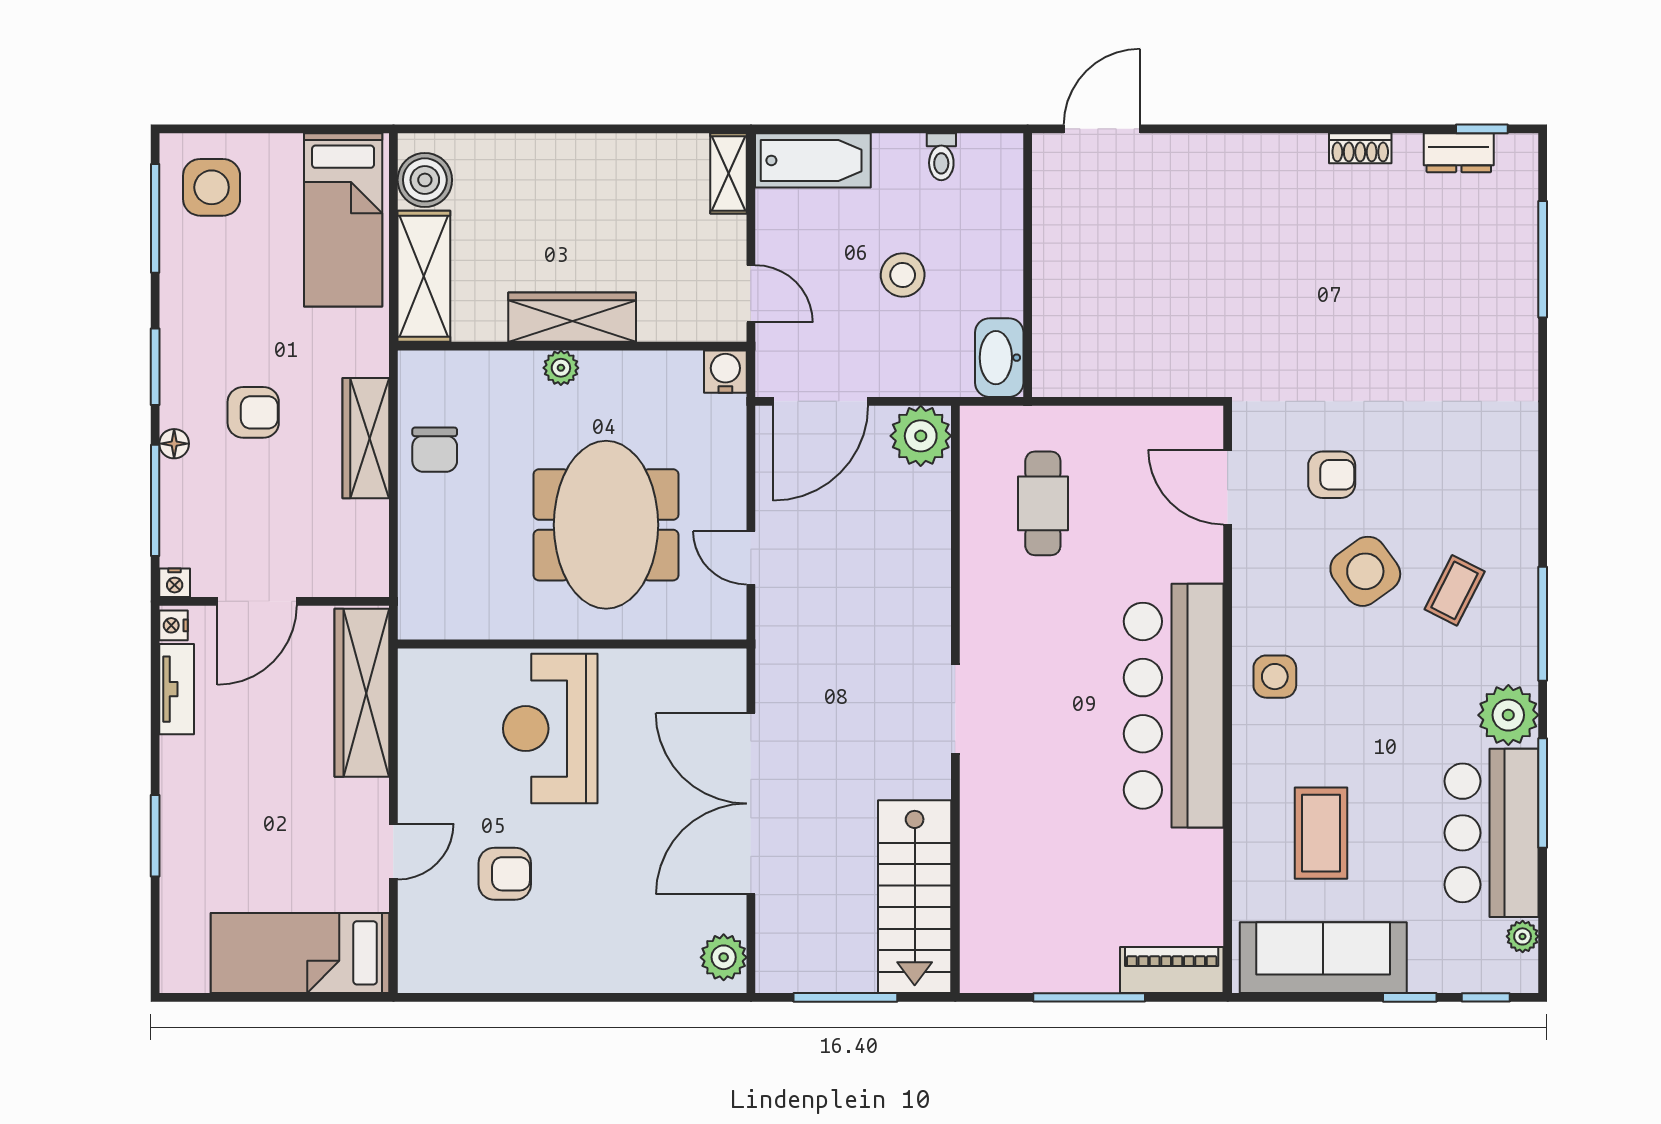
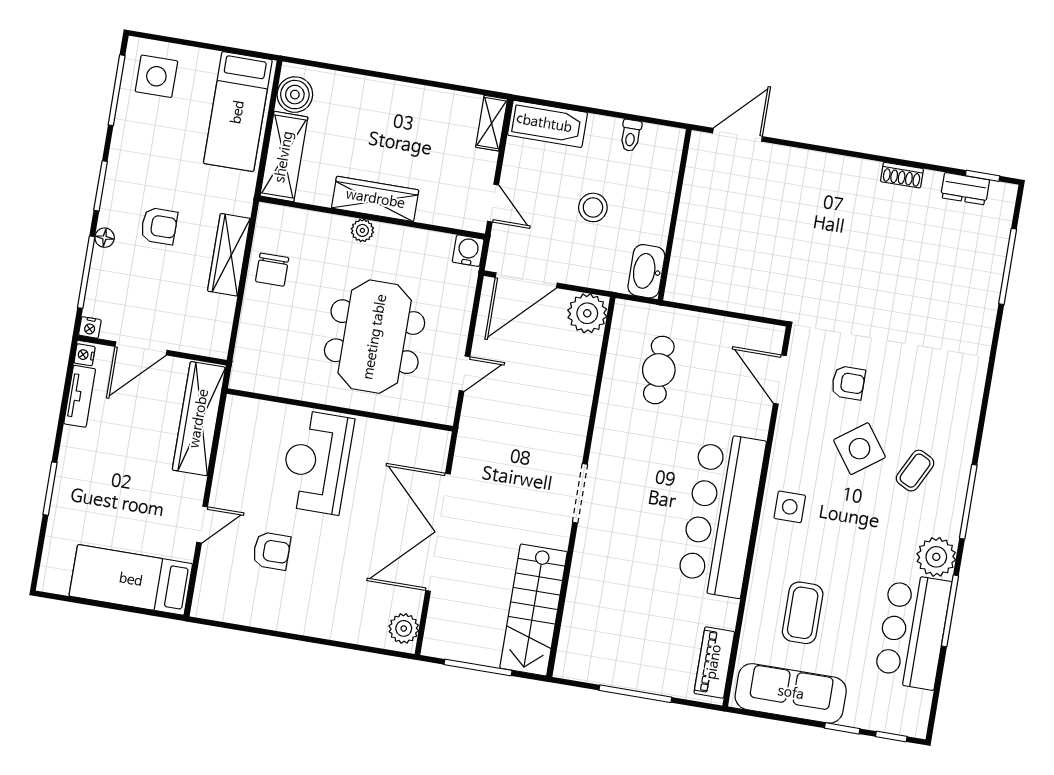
door: (751, 558) -> (465, 374), swing flipped
plant: (1523, 936) -> (922, 701), removed
piano: (1172, 970) -> (714, 662), moved, turned -90

